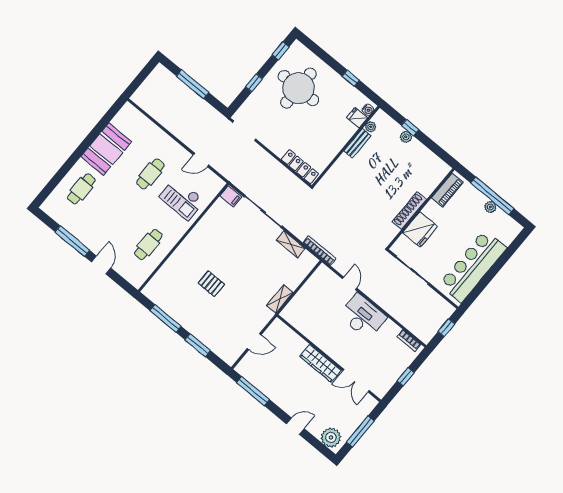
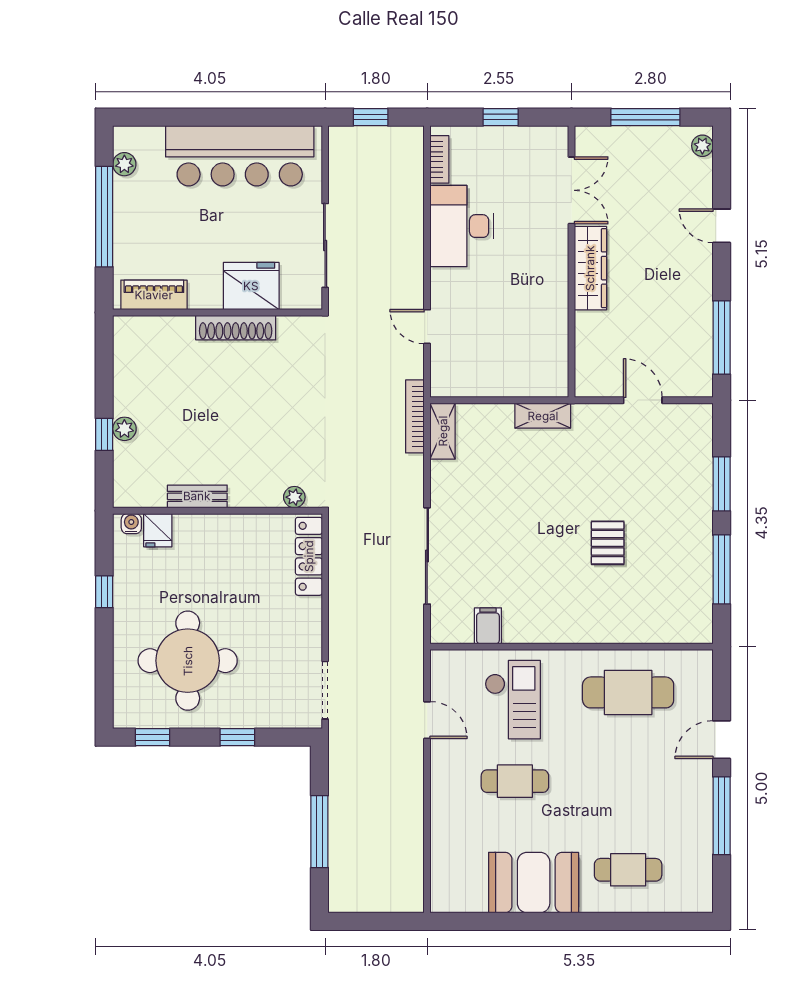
plant: (371, 127) -> (294, 497), moved
filing cabinet: (231, 196) -> (488, 626), moved
plant: (490, 207) -> (124, 164), moved
cafe table: (148, 244) -> (628, 692), width x1.37, depth x1.35
shelving: (291, 244) -> (443, 431), moved
door: (350, 283) -> (427, 327), hinge flipped
desk: (363, 316) -> (462, 226), moved
plant: (331, 438) -> (702, 146), width x0.53, depth x0.53

